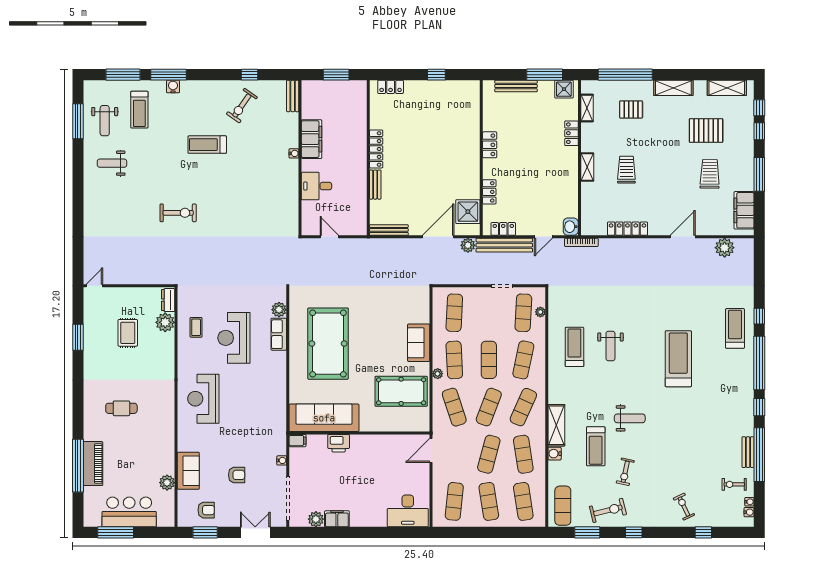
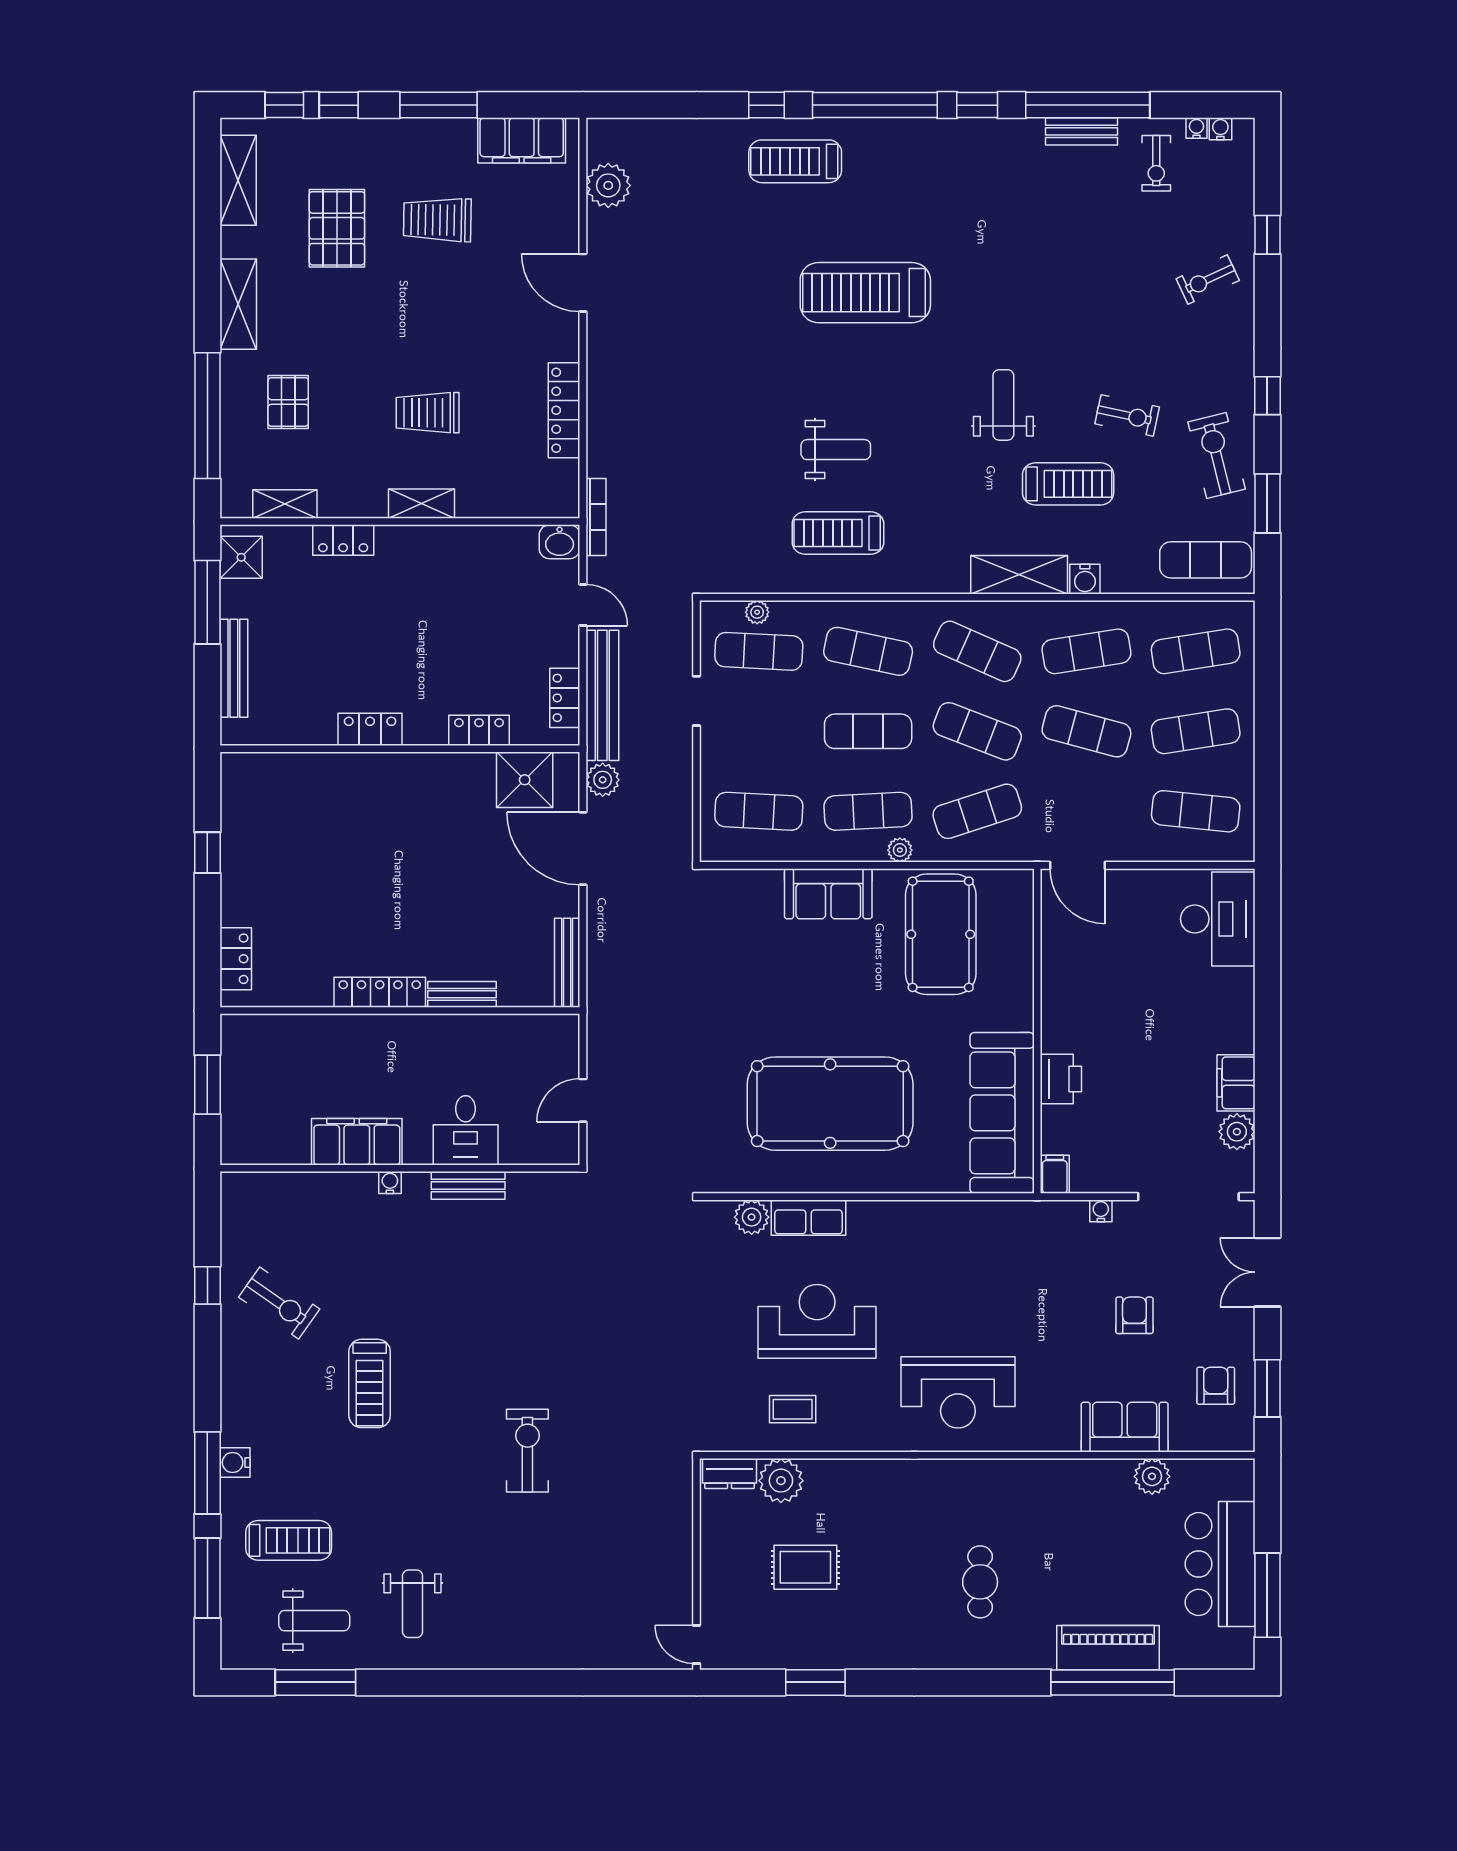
bench: (293, 96) -> (468, 1185), moved
reception desk: (234, 338) -> (817, 1321), turned 180

